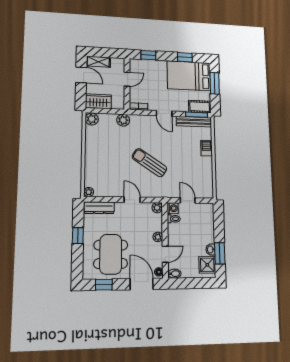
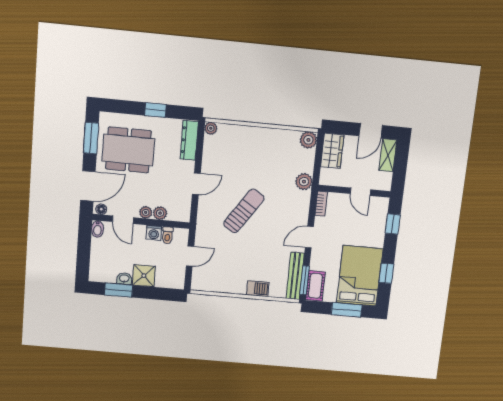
plant: (157, 208) -> (160, 213), moved
washing machine: (173, 208) -> (154, 233), moved
shower: (207, 265) -> (144, 276), moved
window: (104, 285) -> (91, 138), width x1.50

